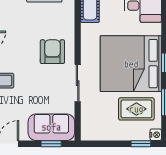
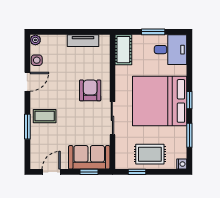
rug: (136, 109) -> (150, 154), moved
window: (141, 144) -> (137, 172), moved

